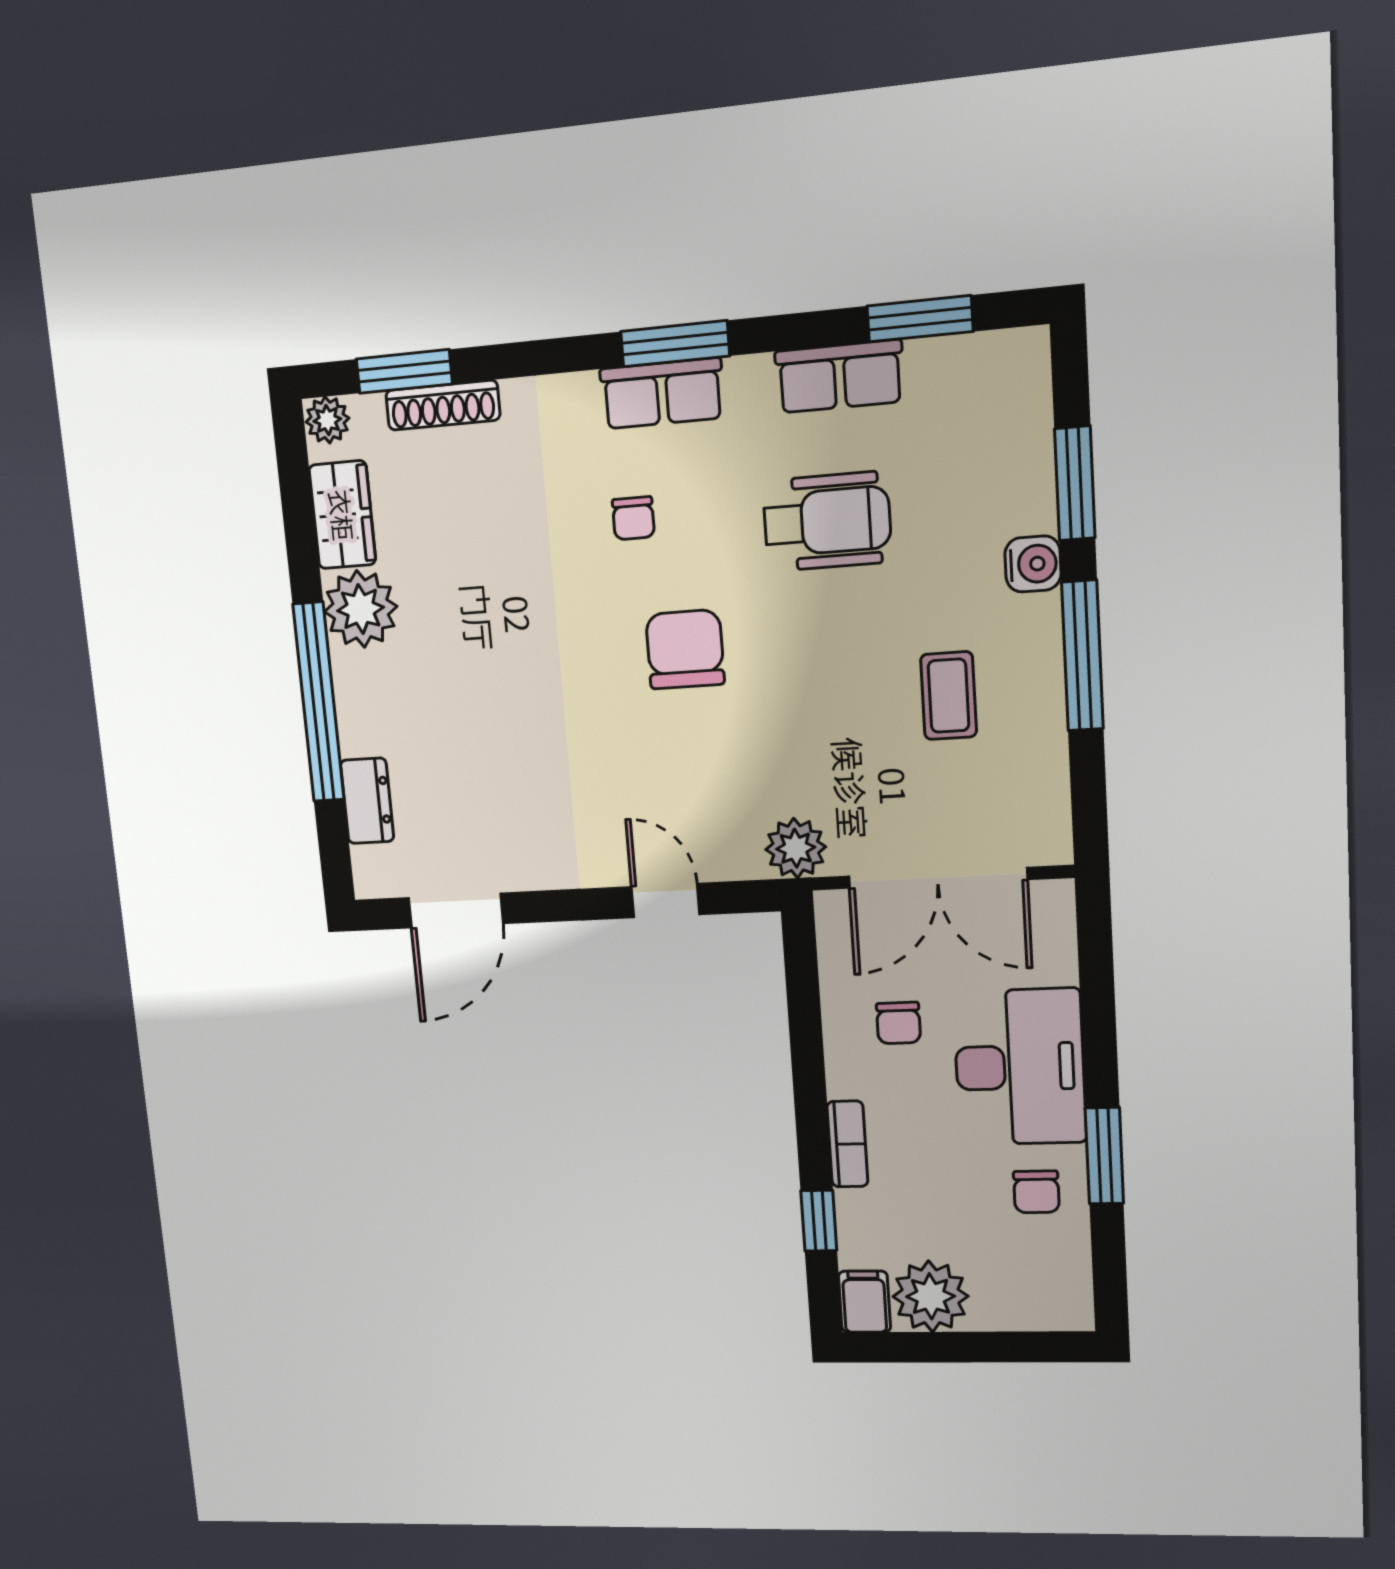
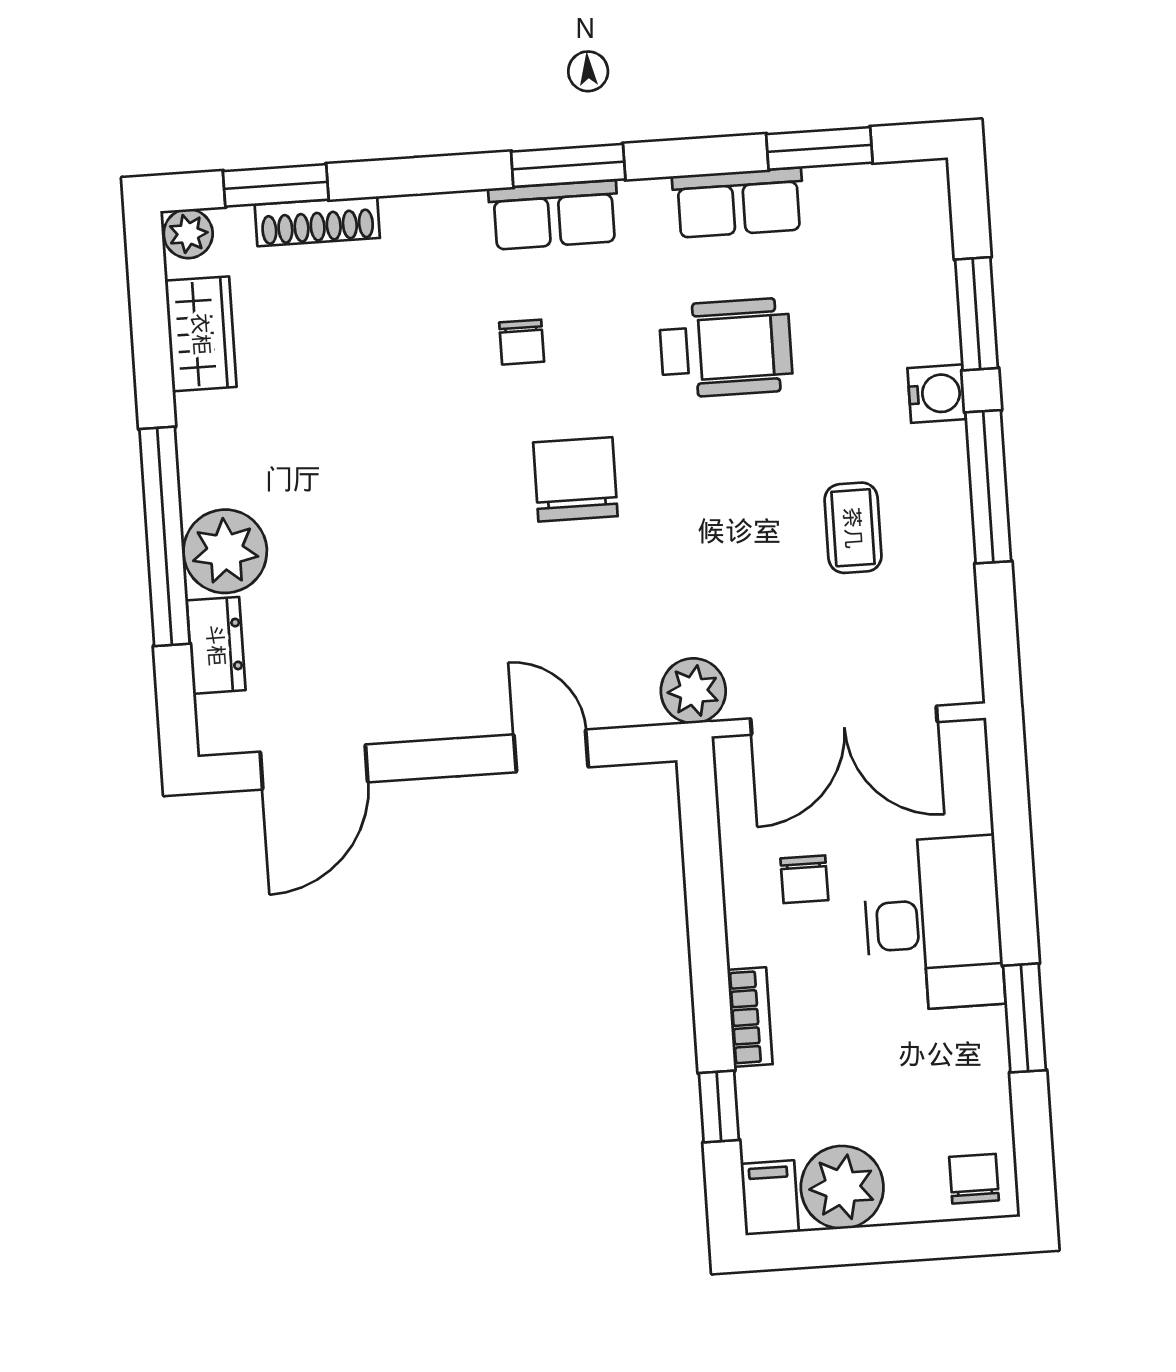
plant: (361, 609) -> (225, 551), moved
chair: (1036, 1192) -> (974, 1179), moved, turned 180

